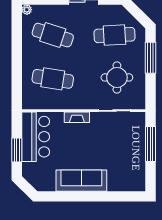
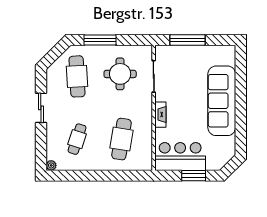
cafe table: (53, 35) -> (77, 139), width x0.73, depth x0.74
sofa: (81, 181) -> (222, 101), width x1.36, depth x1.27

